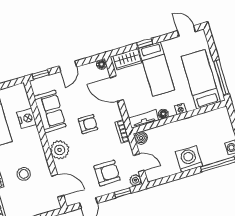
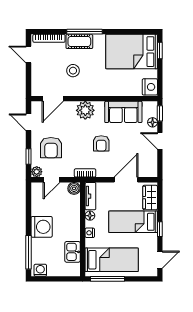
window: (145, 44) -> (160, 229), moved
floor lamp: (102, 64) -> (153, 122), moved
nightstand: (27, 118) -> (150, 87), moved, turned -90
kitchen sink: (205, 121) -> (73, 252), added

